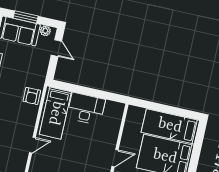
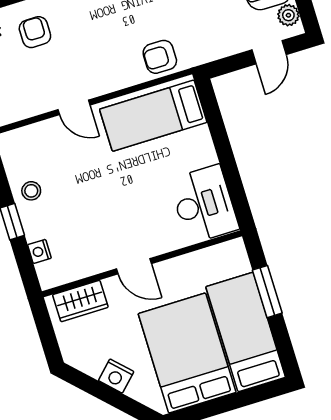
window: (158, 107) -> (267, 292), added
desk: (86, 109) -> (204, 204), moved

